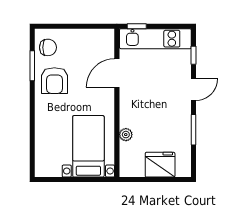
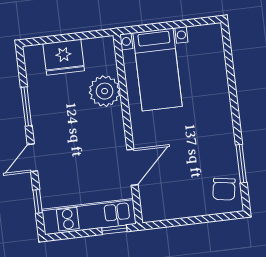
chair: (48, 47) -> (224, 189), turned -81
armchair: (54, 81) -> (211, 148), removed
plant: (126, 135) -> (105, 91), width x1.88, depth x1.88

